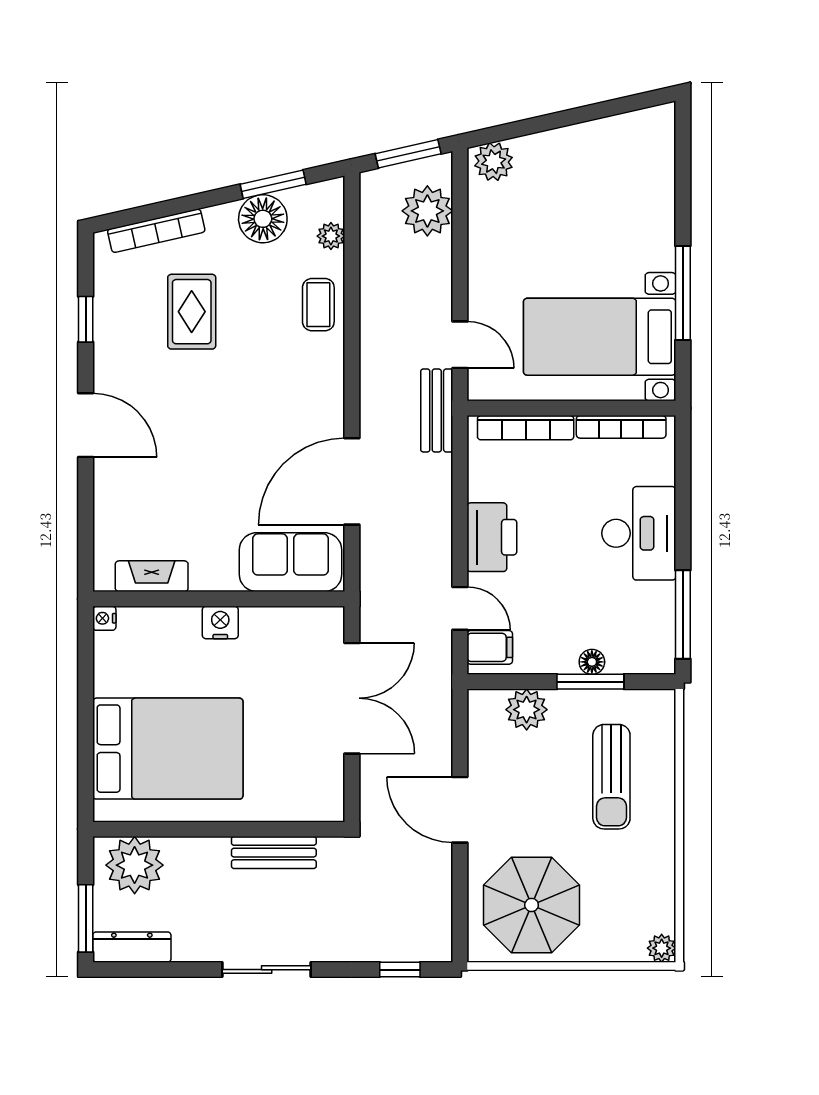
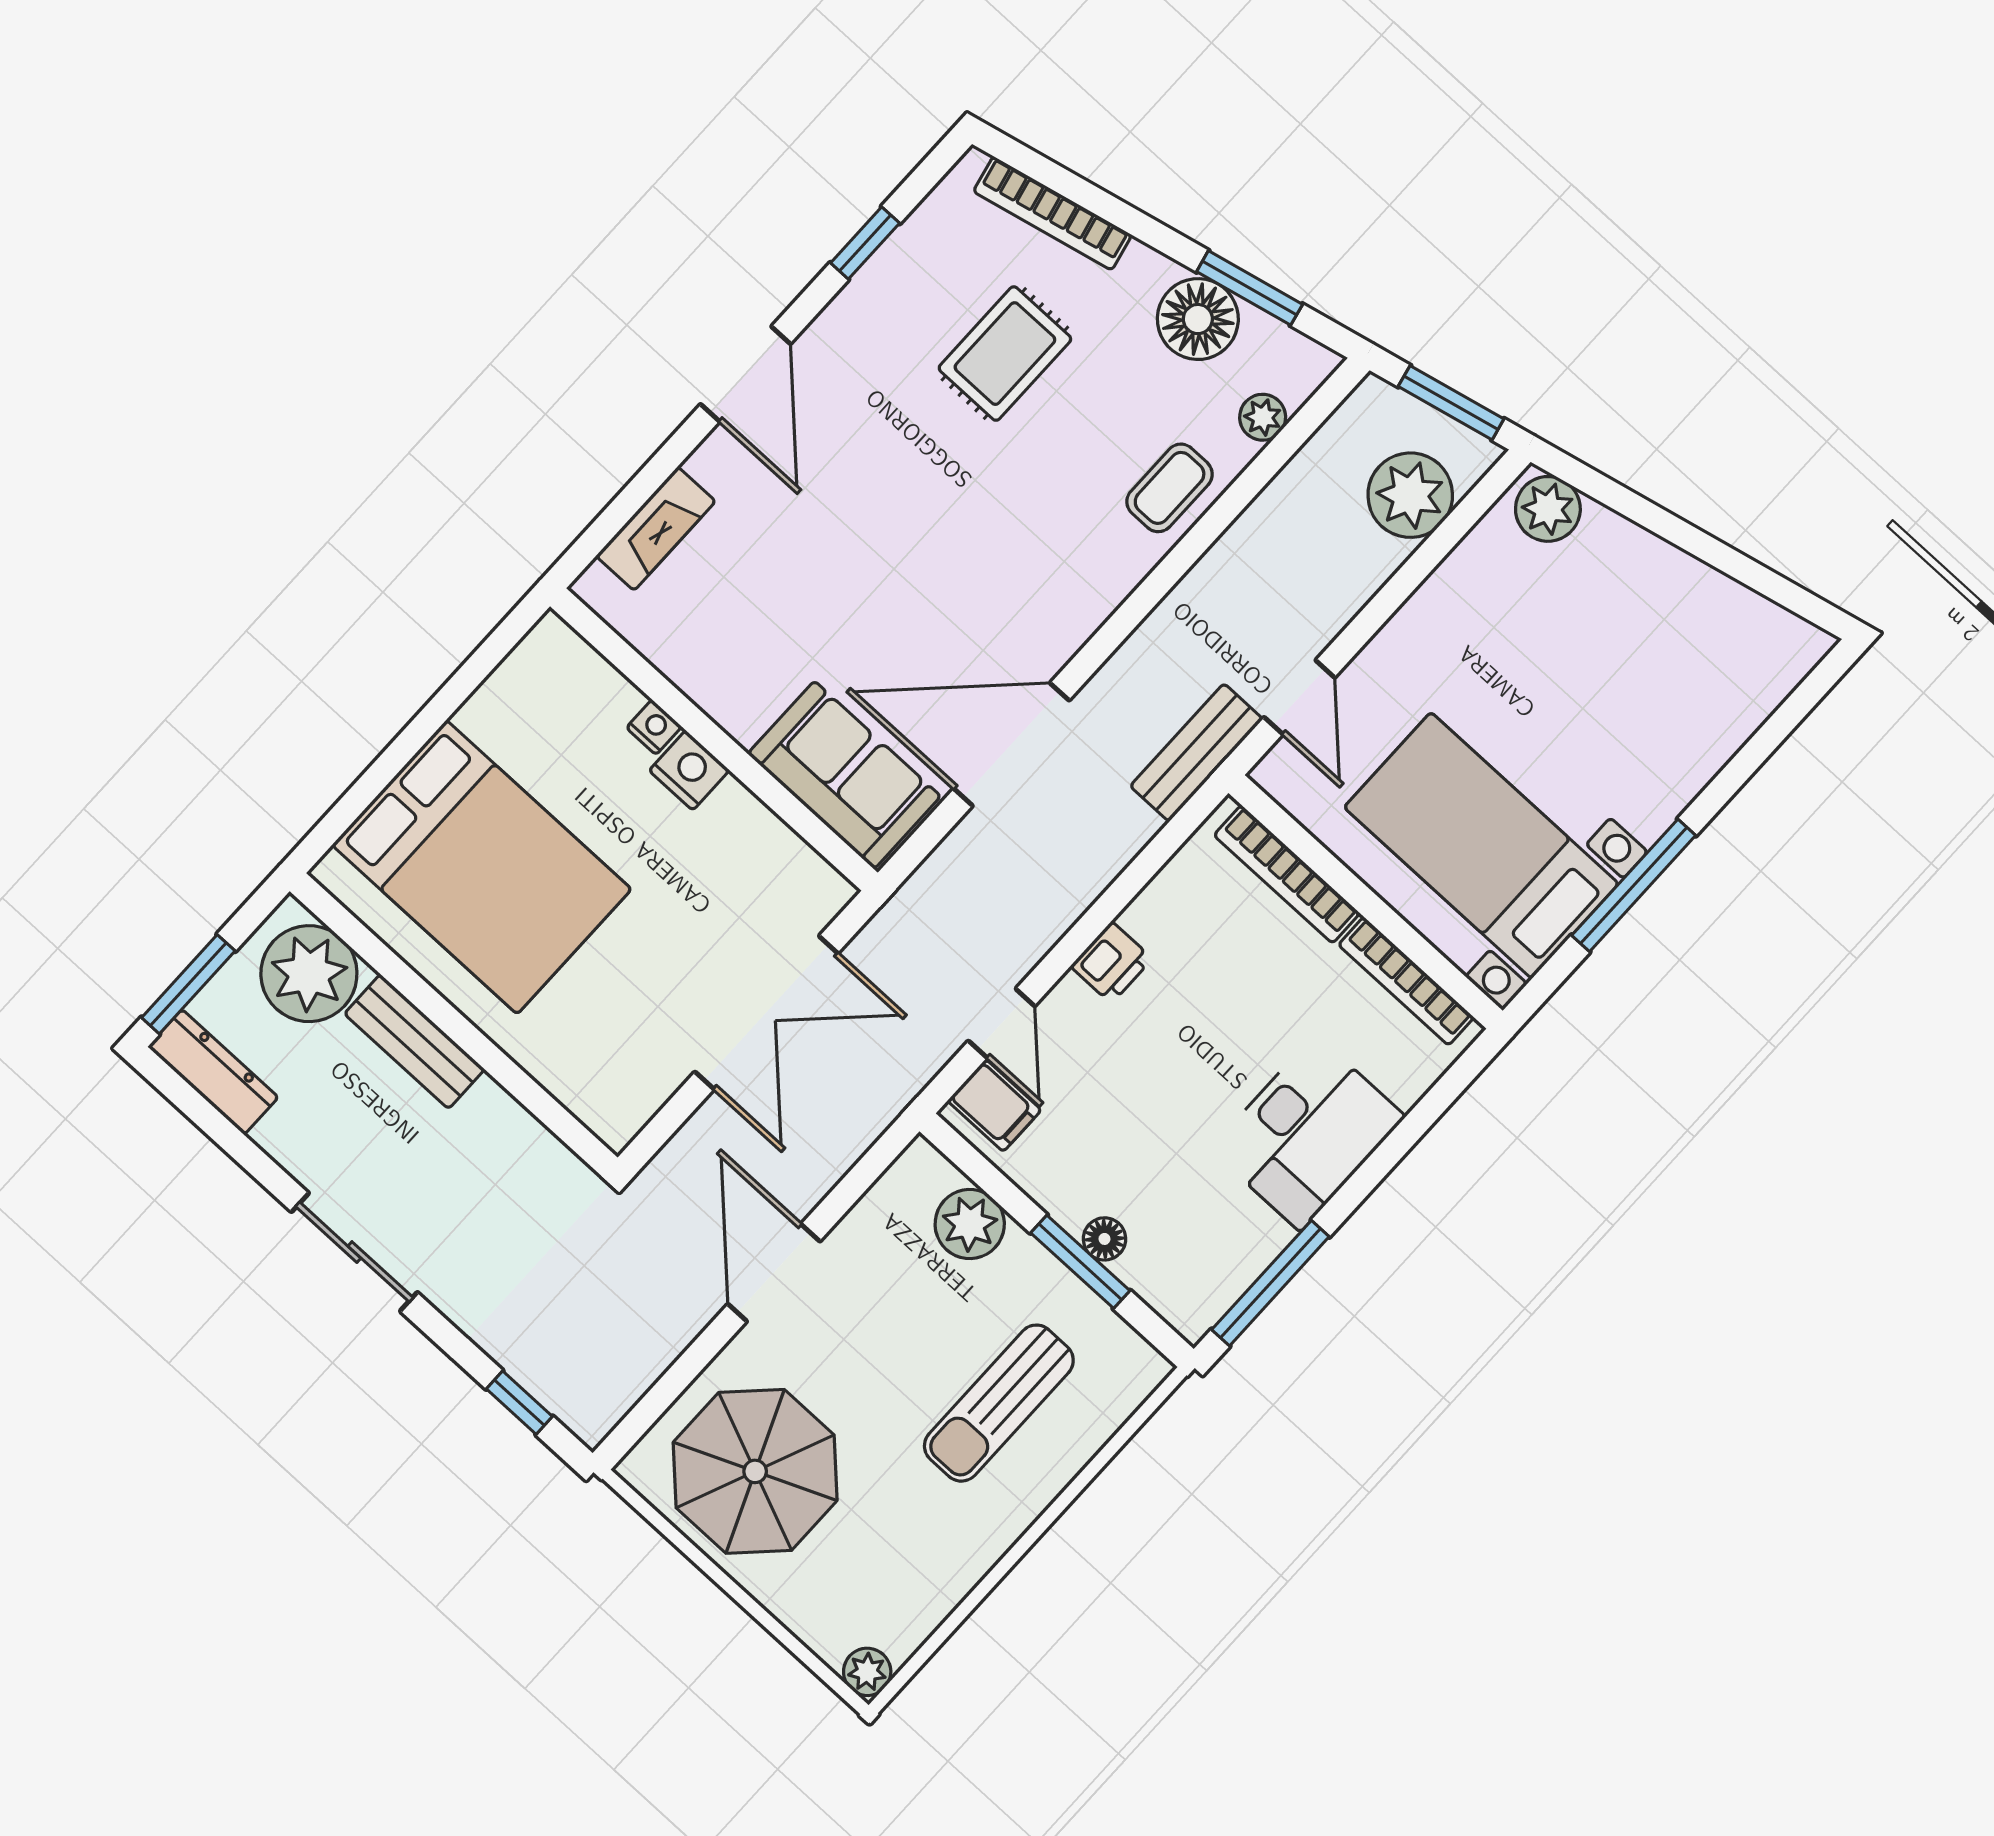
printer: (492, 537) -> (1111, 962), width x0.53, depth x0.68
fireplace: (152, 576) -> (656, 529), moved, turned 90
nightstand: (104, 618) -> (654, 727), moved, turned 90
bench: (274, 853) -> (415, 1041), moved

